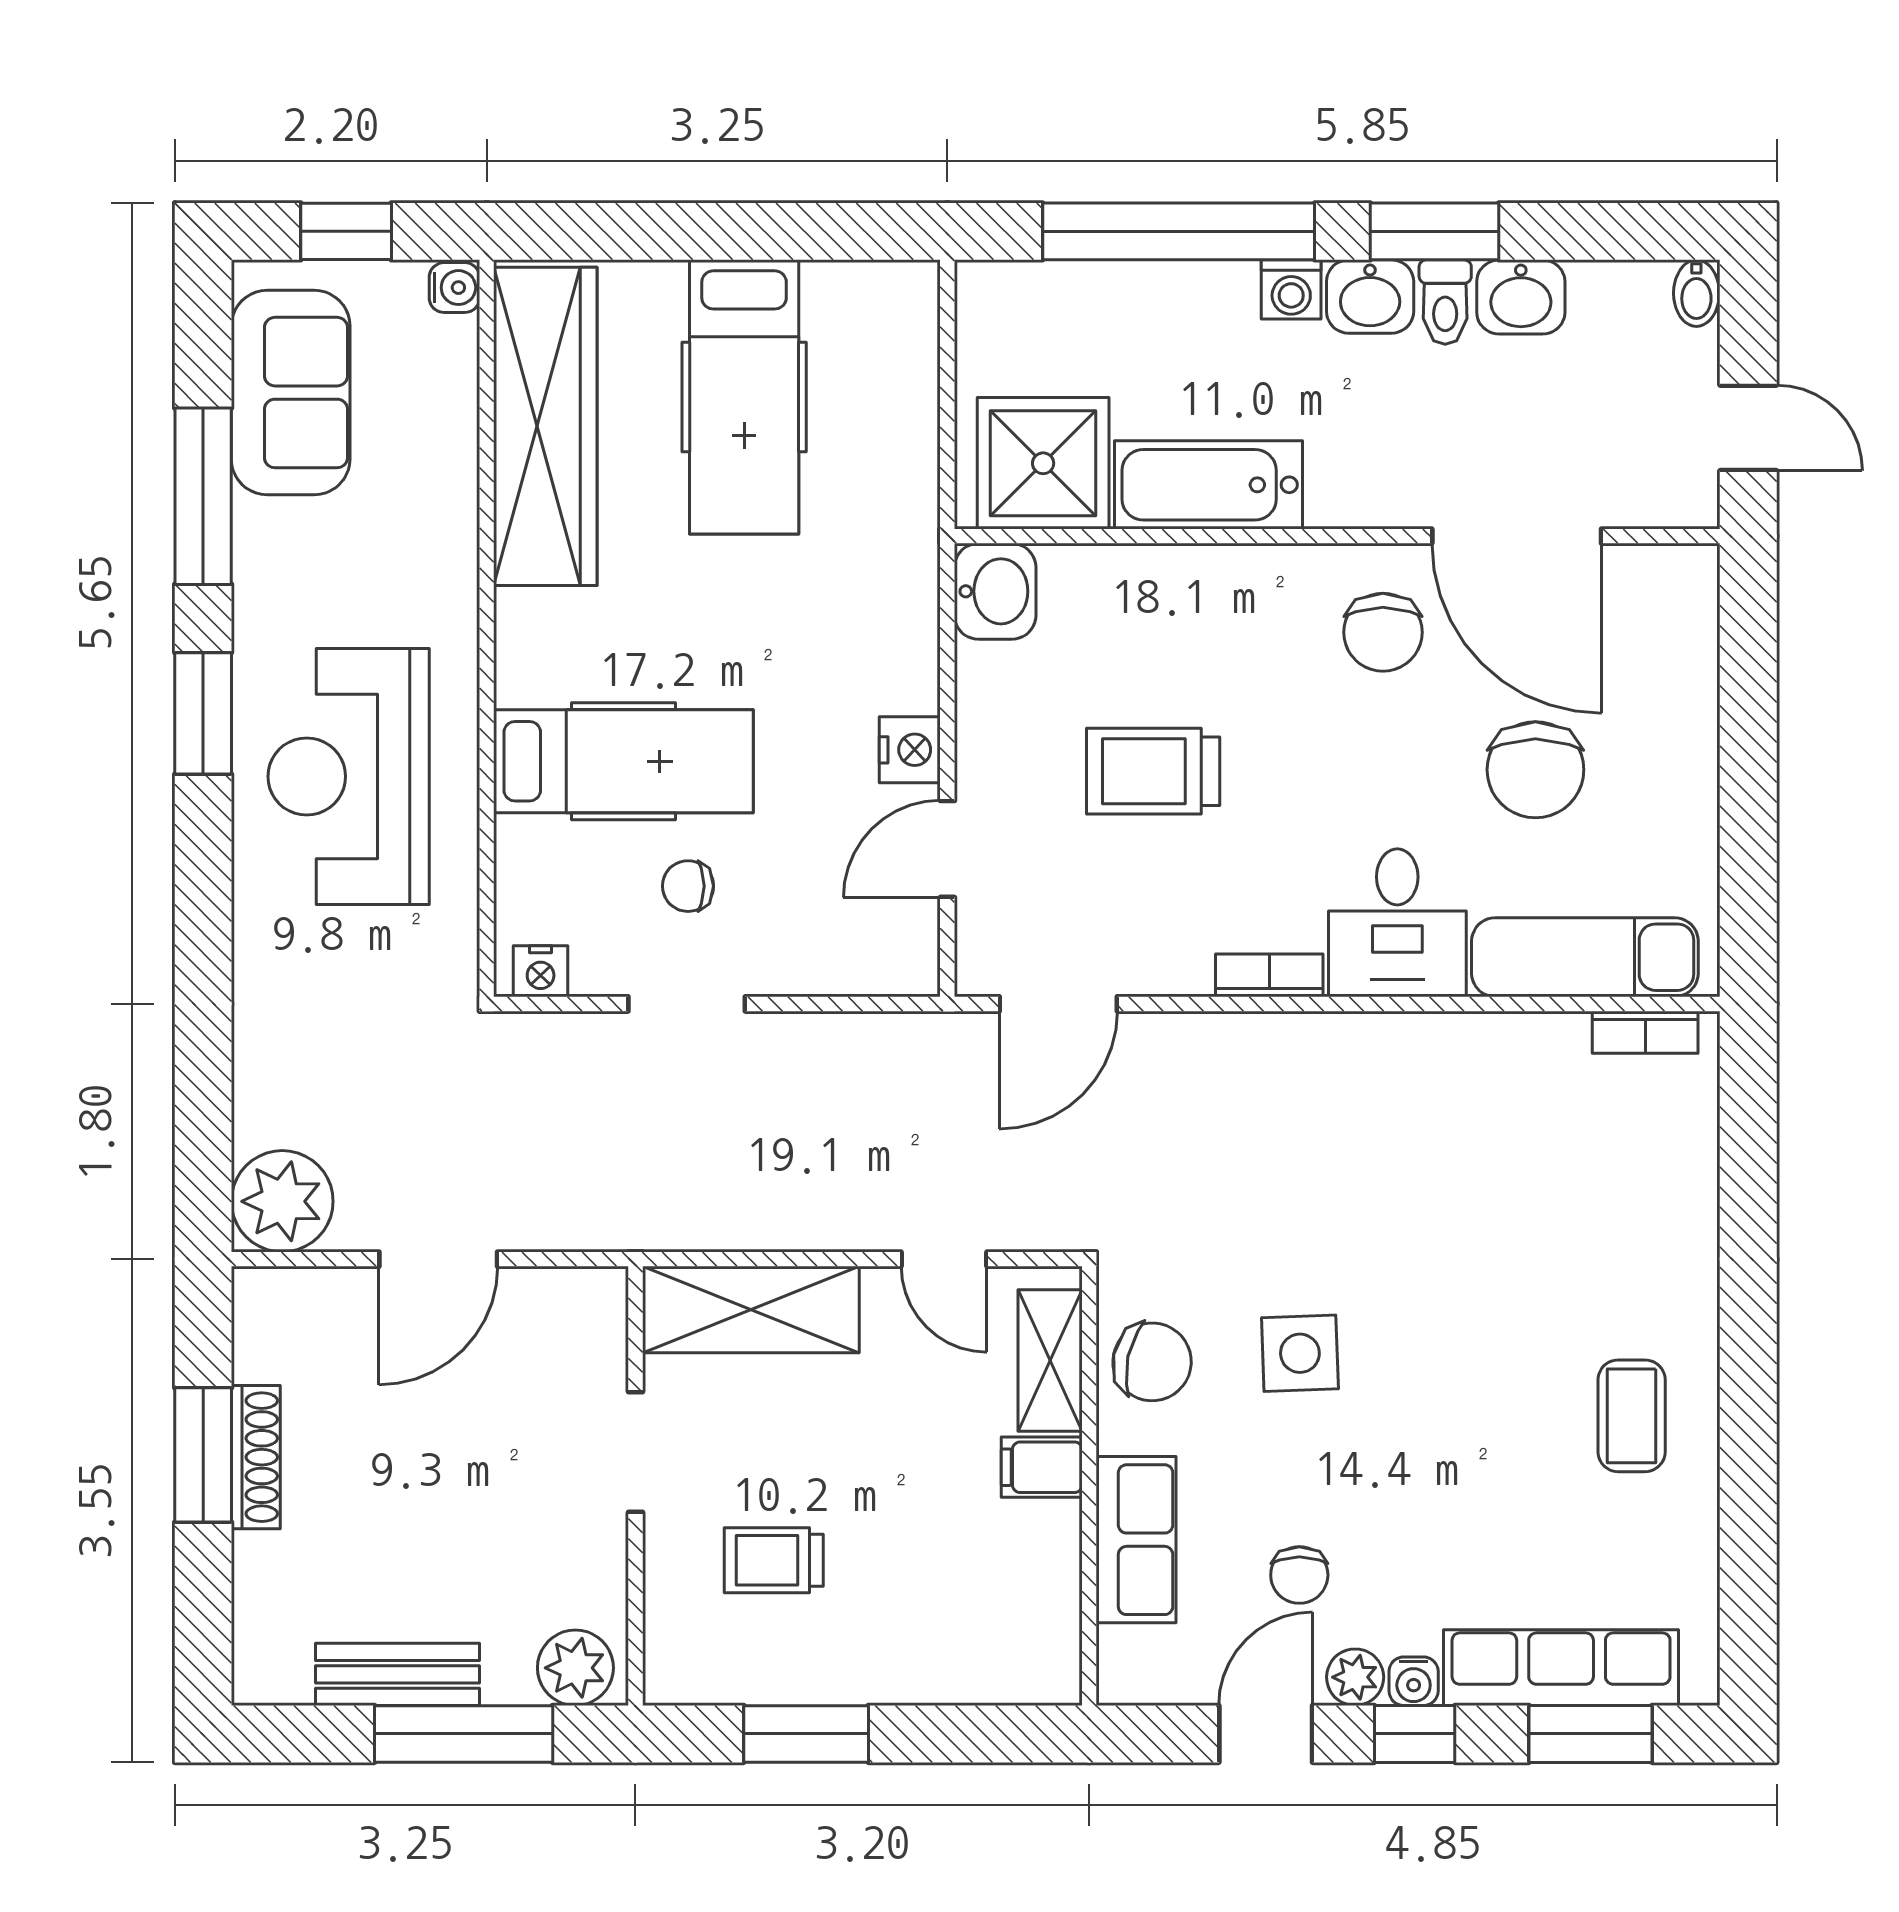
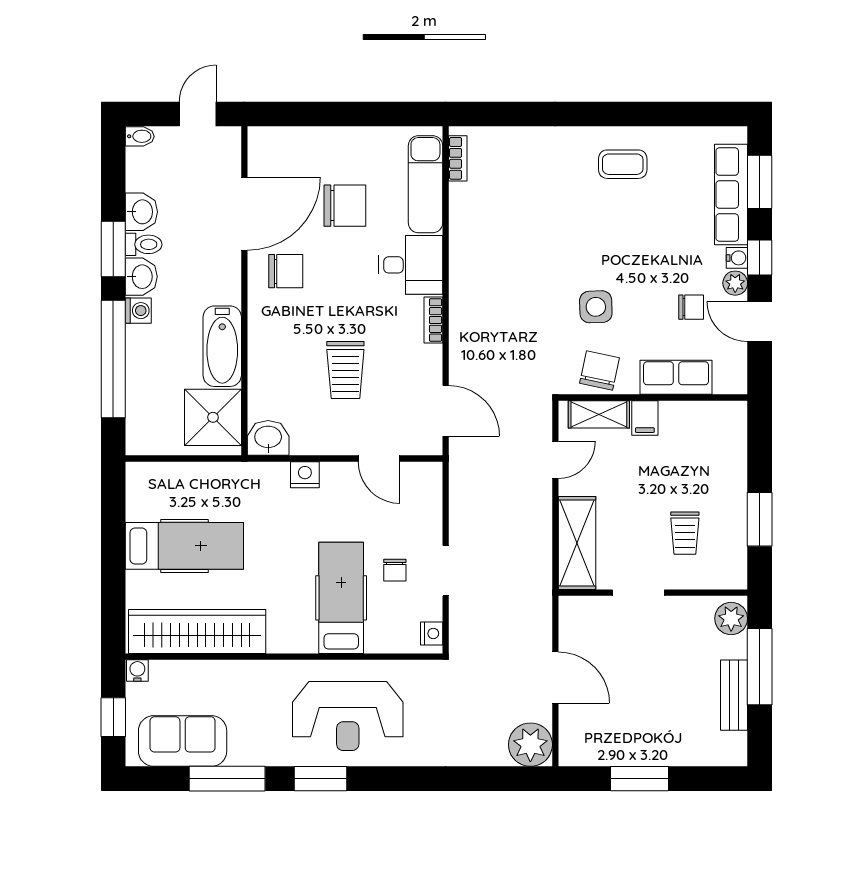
nightstand: (910, 750) -> (305, 475), moved
shoe rack: (256, 1457) -> (641, 756), removed

